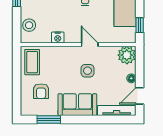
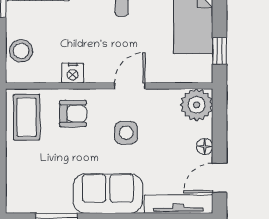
door: (90, 45) -> (130, 86), hinge flipped
armchair: (41, 91) -> (73, 114), moved, turned -90

